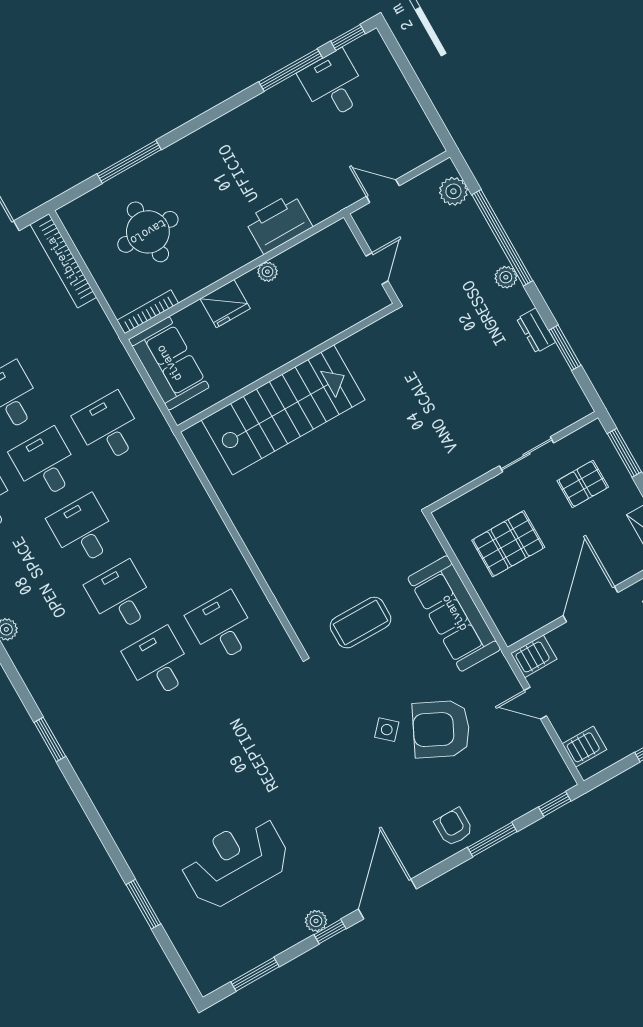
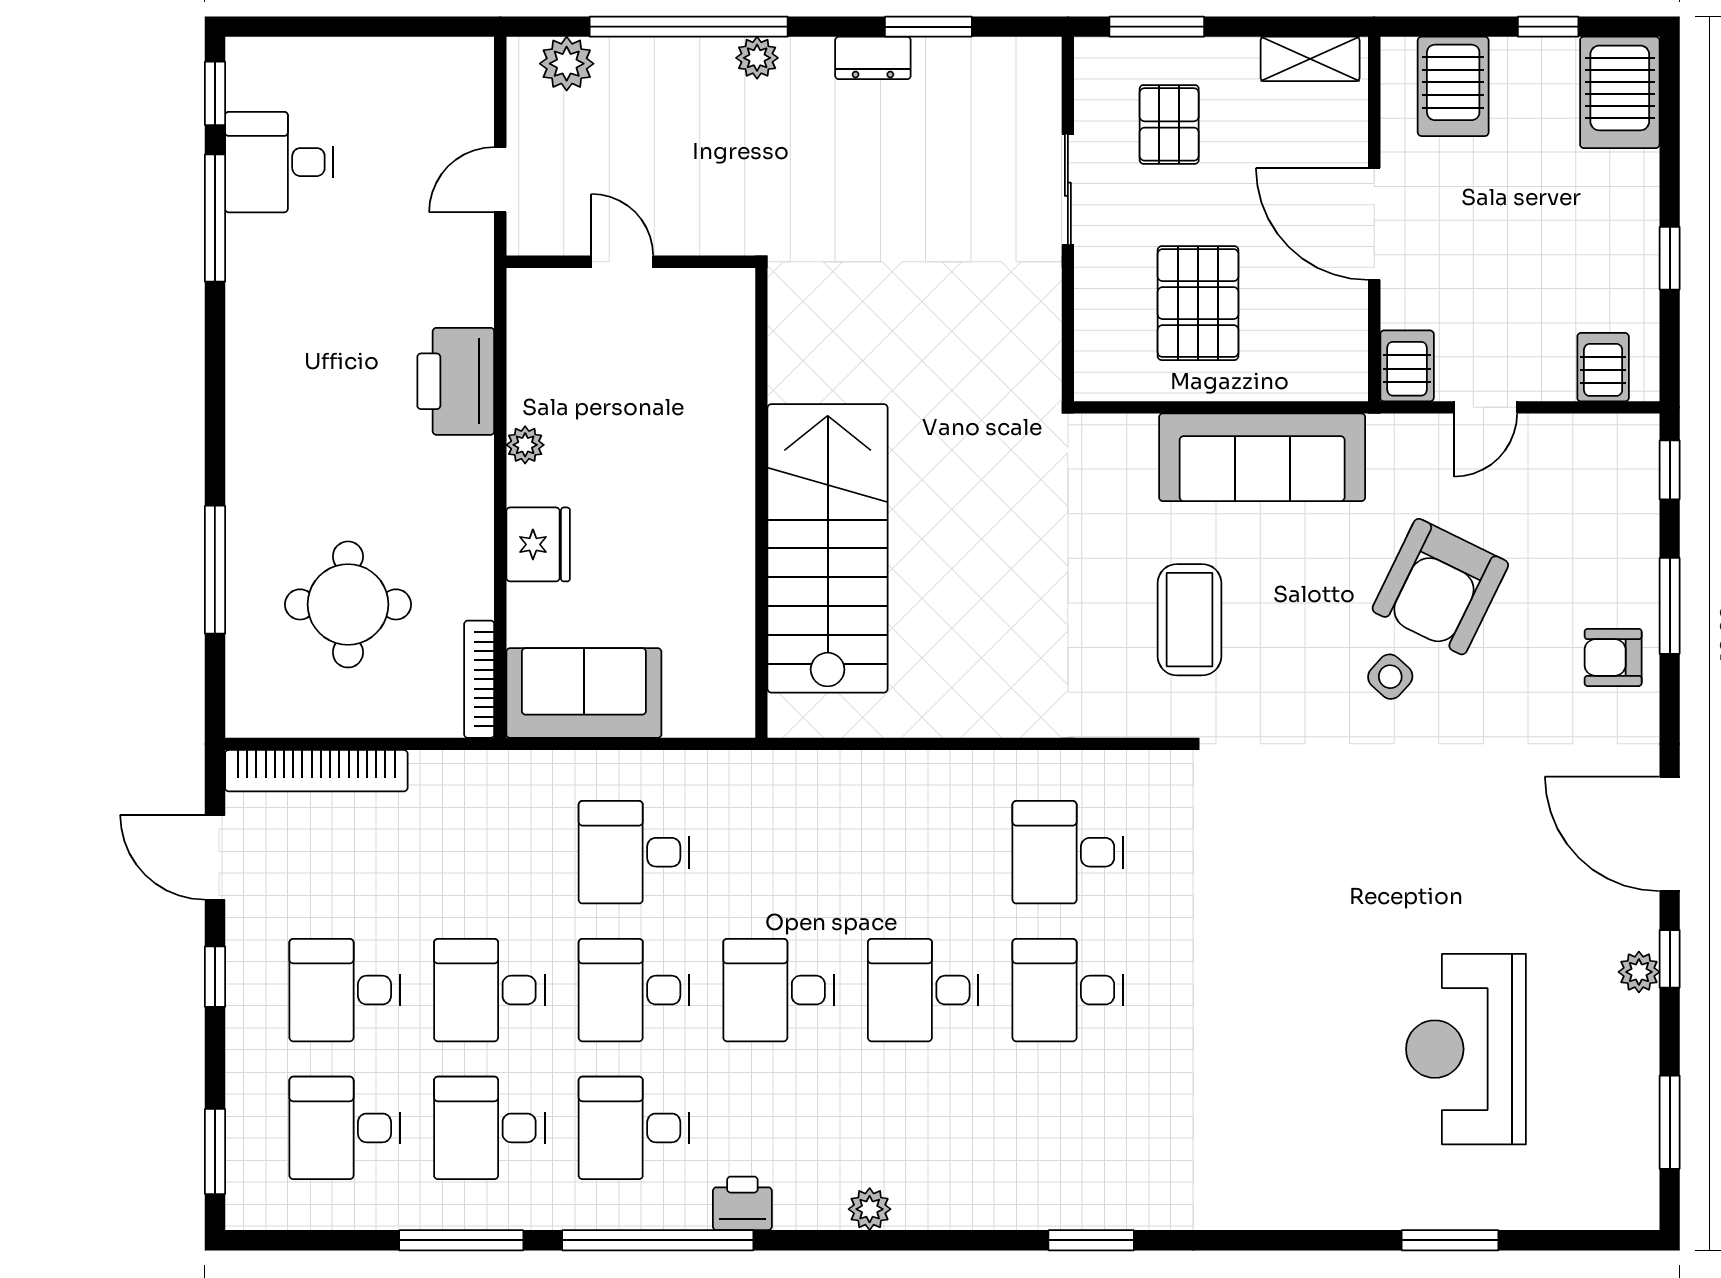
wall: (287, 368) -> (761, 503), moved
stairs: (283, 410) -> (828, 548), moved

